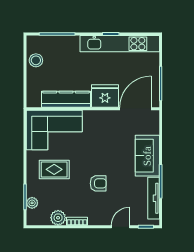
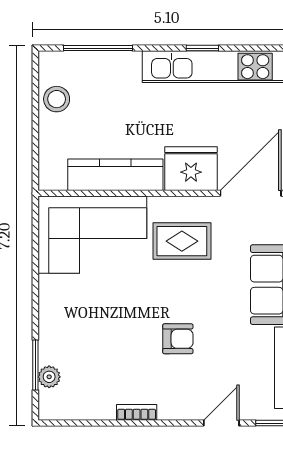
rug: (54, 169) -> (182, 241), moved
plant: (58, 218) -> (100, 406), removed

